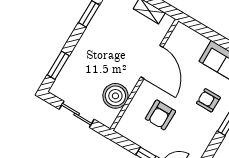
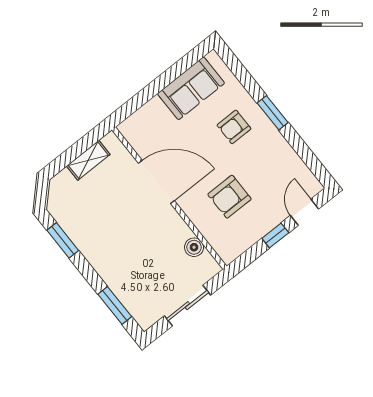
boiler: (115, 96) -> (194, 247), width x0.54, depth x0.54
armchair: (160, 115) -> (230, 197), turned 90

